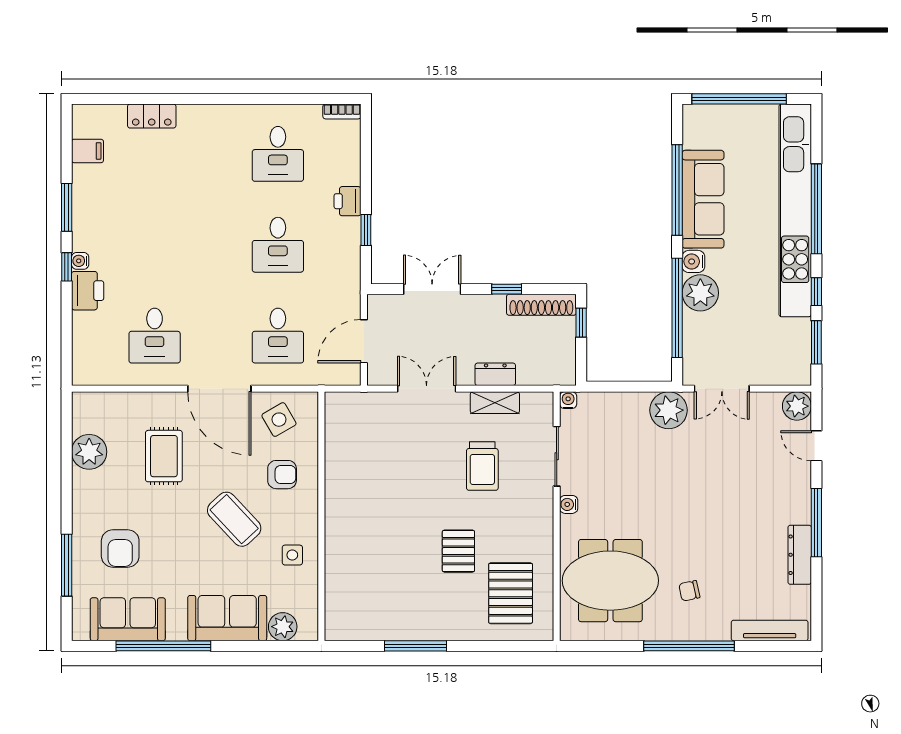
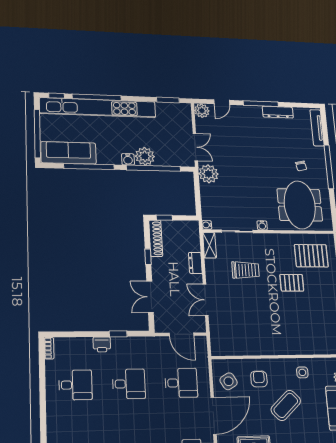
sofa: (703, 199) -> (69, 153), moved
window: (816, 292) -> (57, 96), moved
shelving: (495, 403) -> (210, 245), moved

